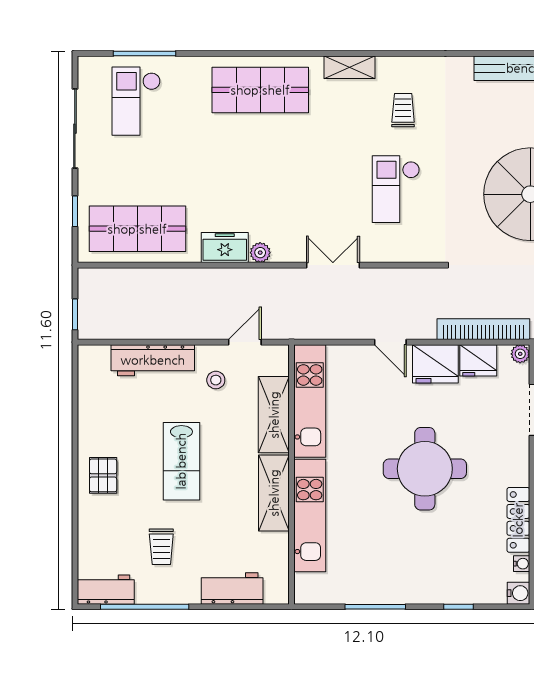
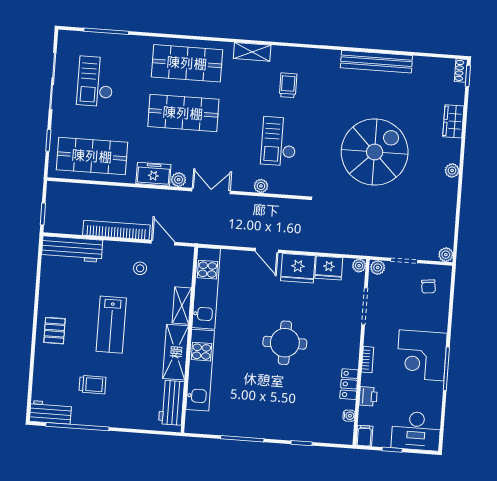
checkout: (136, 101) -> (95, 81), moved
shop shelf: (260, 159) -> (183, 113), added
plant: (376, 253) -> (261, 186), added
double door: (333, 265) -> (211, 191), moved
bookcase: (483, 329) -> (116, 230), moved
door: (245, 342) -> (163, 243), hinge flipped
workbench: (153, 360) -> (72, 249), moved
shelving: (274, 415) -> (182, 305), width x0.67, depth x0.75
round table: (425, 469) -> (285, 343), width x0.73, depth x0.73
locker: (518, 520) -> (349, 384), width x0.66
trolley: (161, 547) -> (92, 385), turned -90
workbench: (232, 588) -> (171, 403), moved, turned -90
water cooler: (518, 593) -> (345, 437), removed

